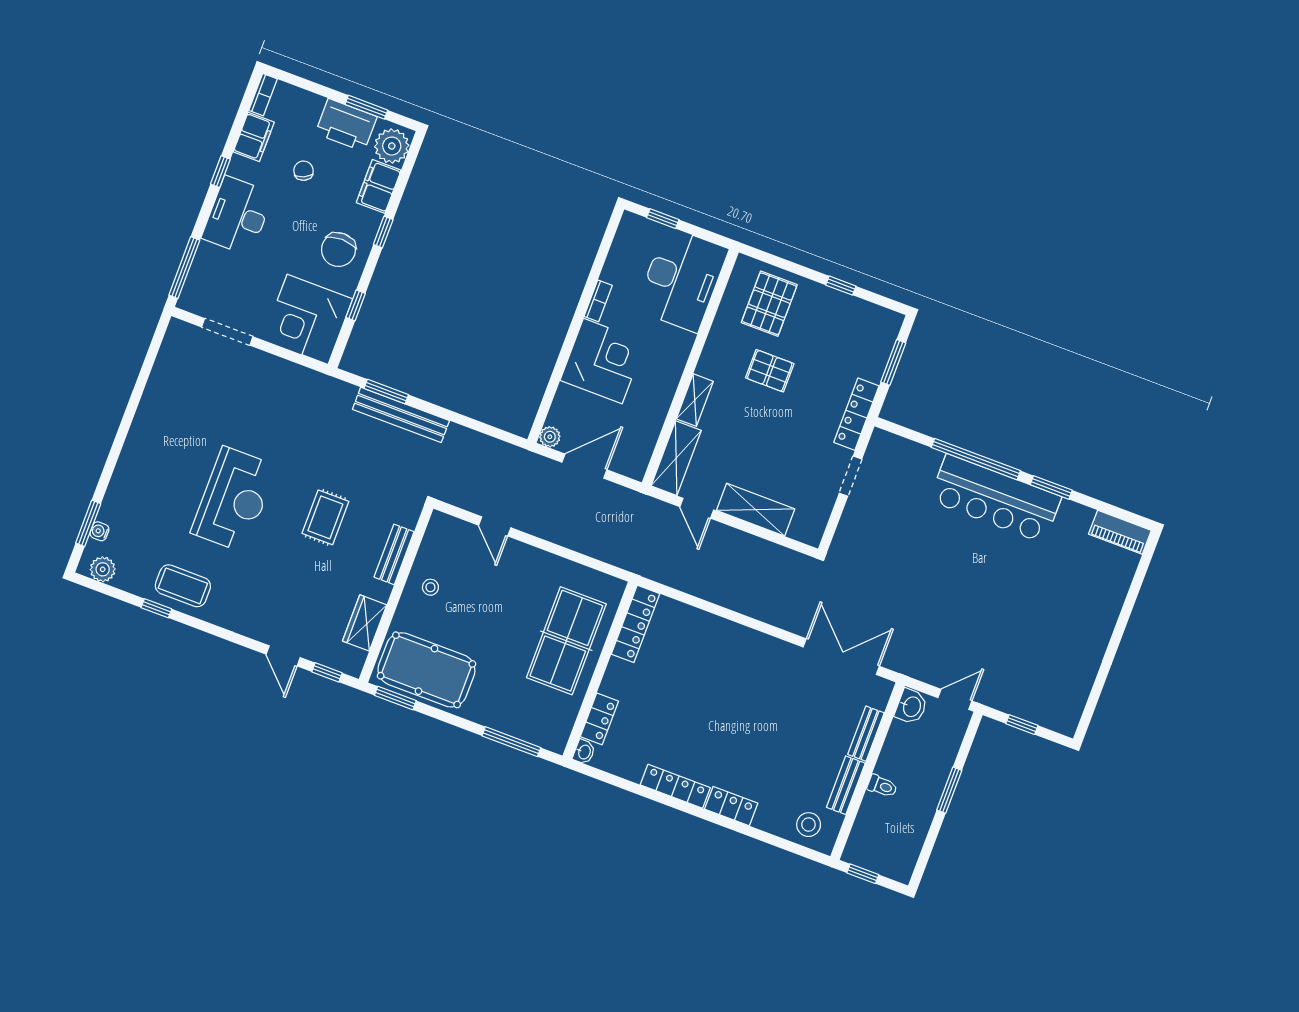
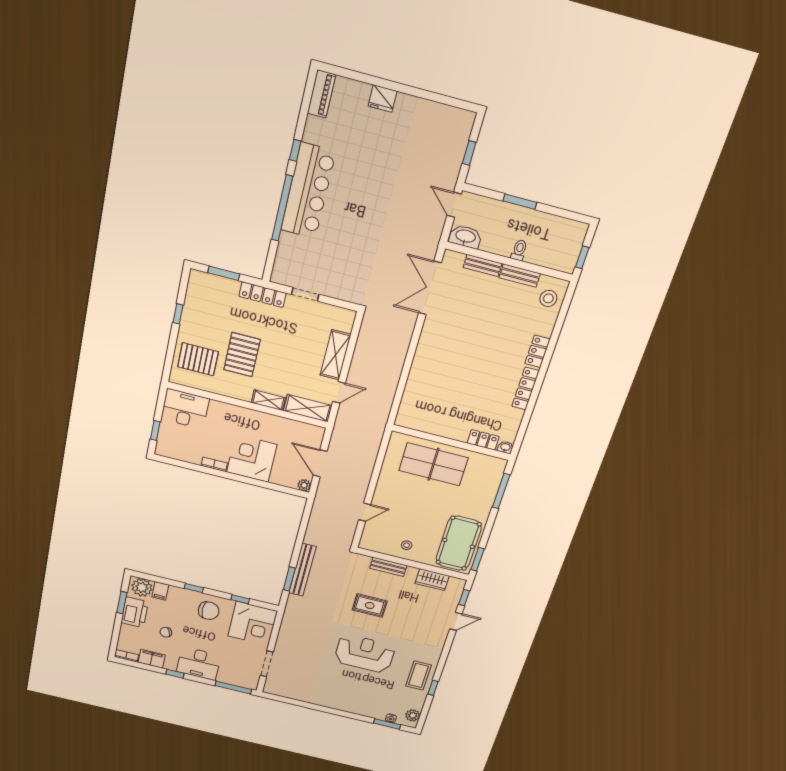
filing cabinet: (379, 186) -> (160, 591), width x0.50
desk: (682, 279) -> (185, 409), width x0.73, depth x0.77
pallet: (770, 371) -> (242, 355), width x1.50, depth x1.42
window: (1051, 487) -> (295, 150), width x0.67
fridge: (1105, 613) -> (383, 99), added
locker: (636, 624) -> (419, 423), removed
washbasin: (911, 706) -> (465, 237), width x1.38

